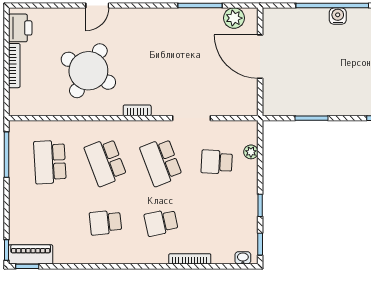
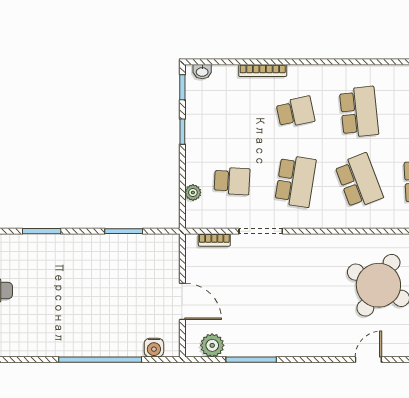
water cooler: (338, 16) -> (154, 348), moved
door: (260, 57) -> (182, 301), width x0.73
bookcase: (137, 110) -> (214, 240), moved
school desk: (161, 162) -> (295, 181), turned 30
school desk: (105, 223) -> (359, 112), width x1.85

